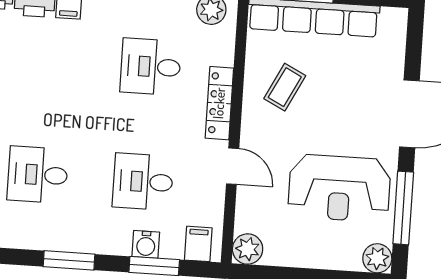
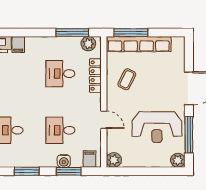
locker: (219, 103) -> (95, 76), moved

